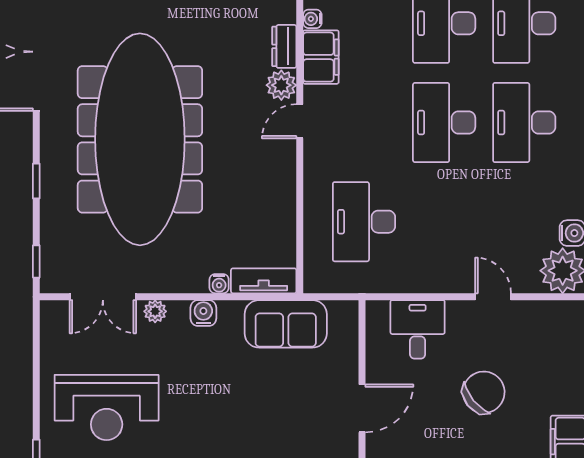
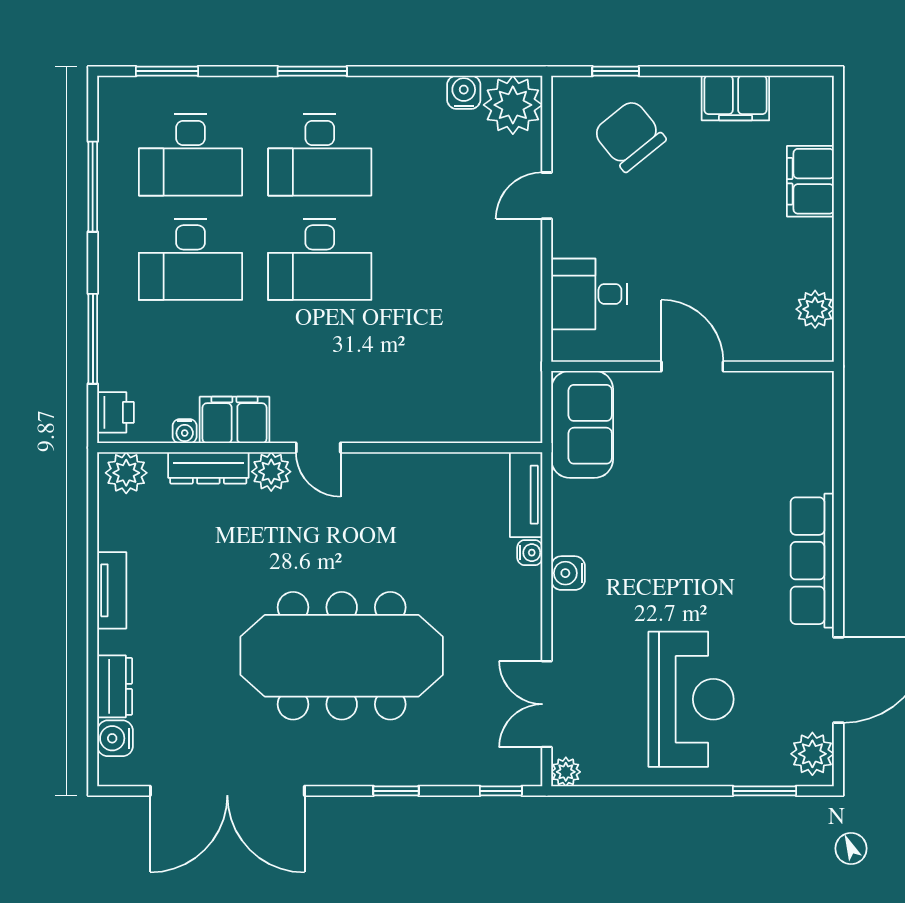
dresser: (284, 46) -> (208, 468), width x1.44
meeting table: (140, 139) -> (342, 656), width x0.73, depth x0.79
desk: (364, 222) -> (449, 364), removed
double door: (103, 297) -> (547, 704), swing flipped
plant: (155, 311) -> (566, 772), moved
sofa: (286, 324) -> (582, 424), moved
chair: (484, 392) -> (629, 136), moved

